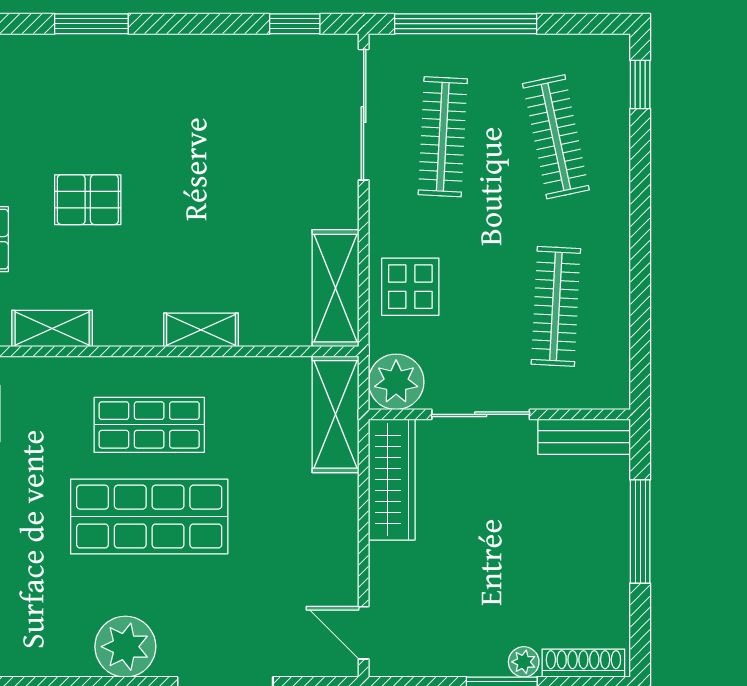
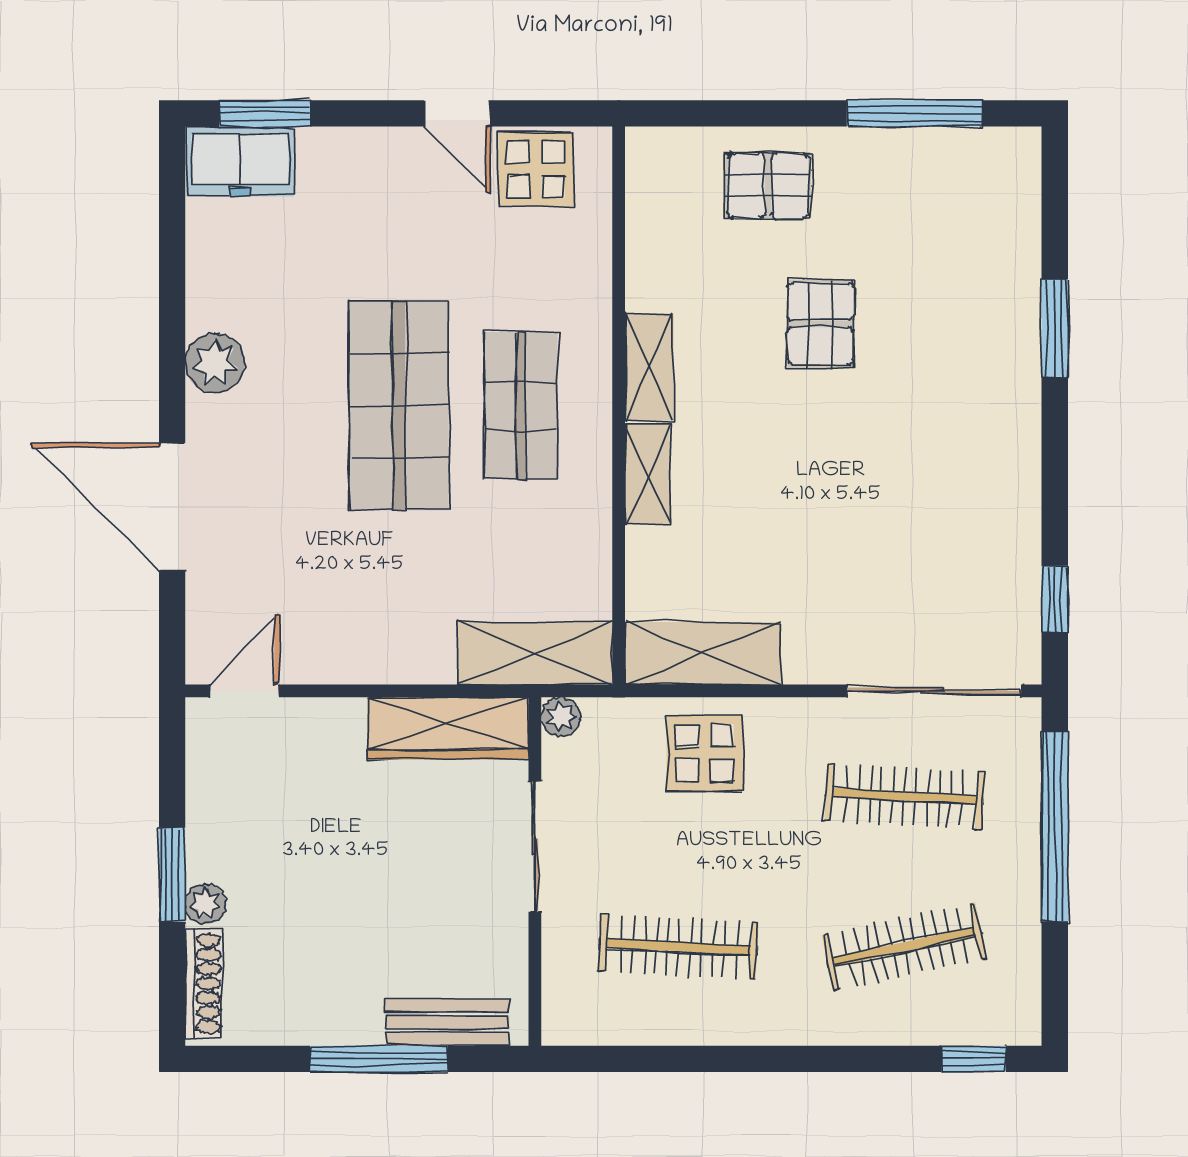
shelving: (52, 328) -> (649, 367), moved
plant: (396, 382) -> (561, 717), width x0.53, depth x0.53
bench: (584, 437) -> (448, 1022), moved, turned 90
plant: (125, 647) -> (215, 363), width x0.73, depth x0.73

